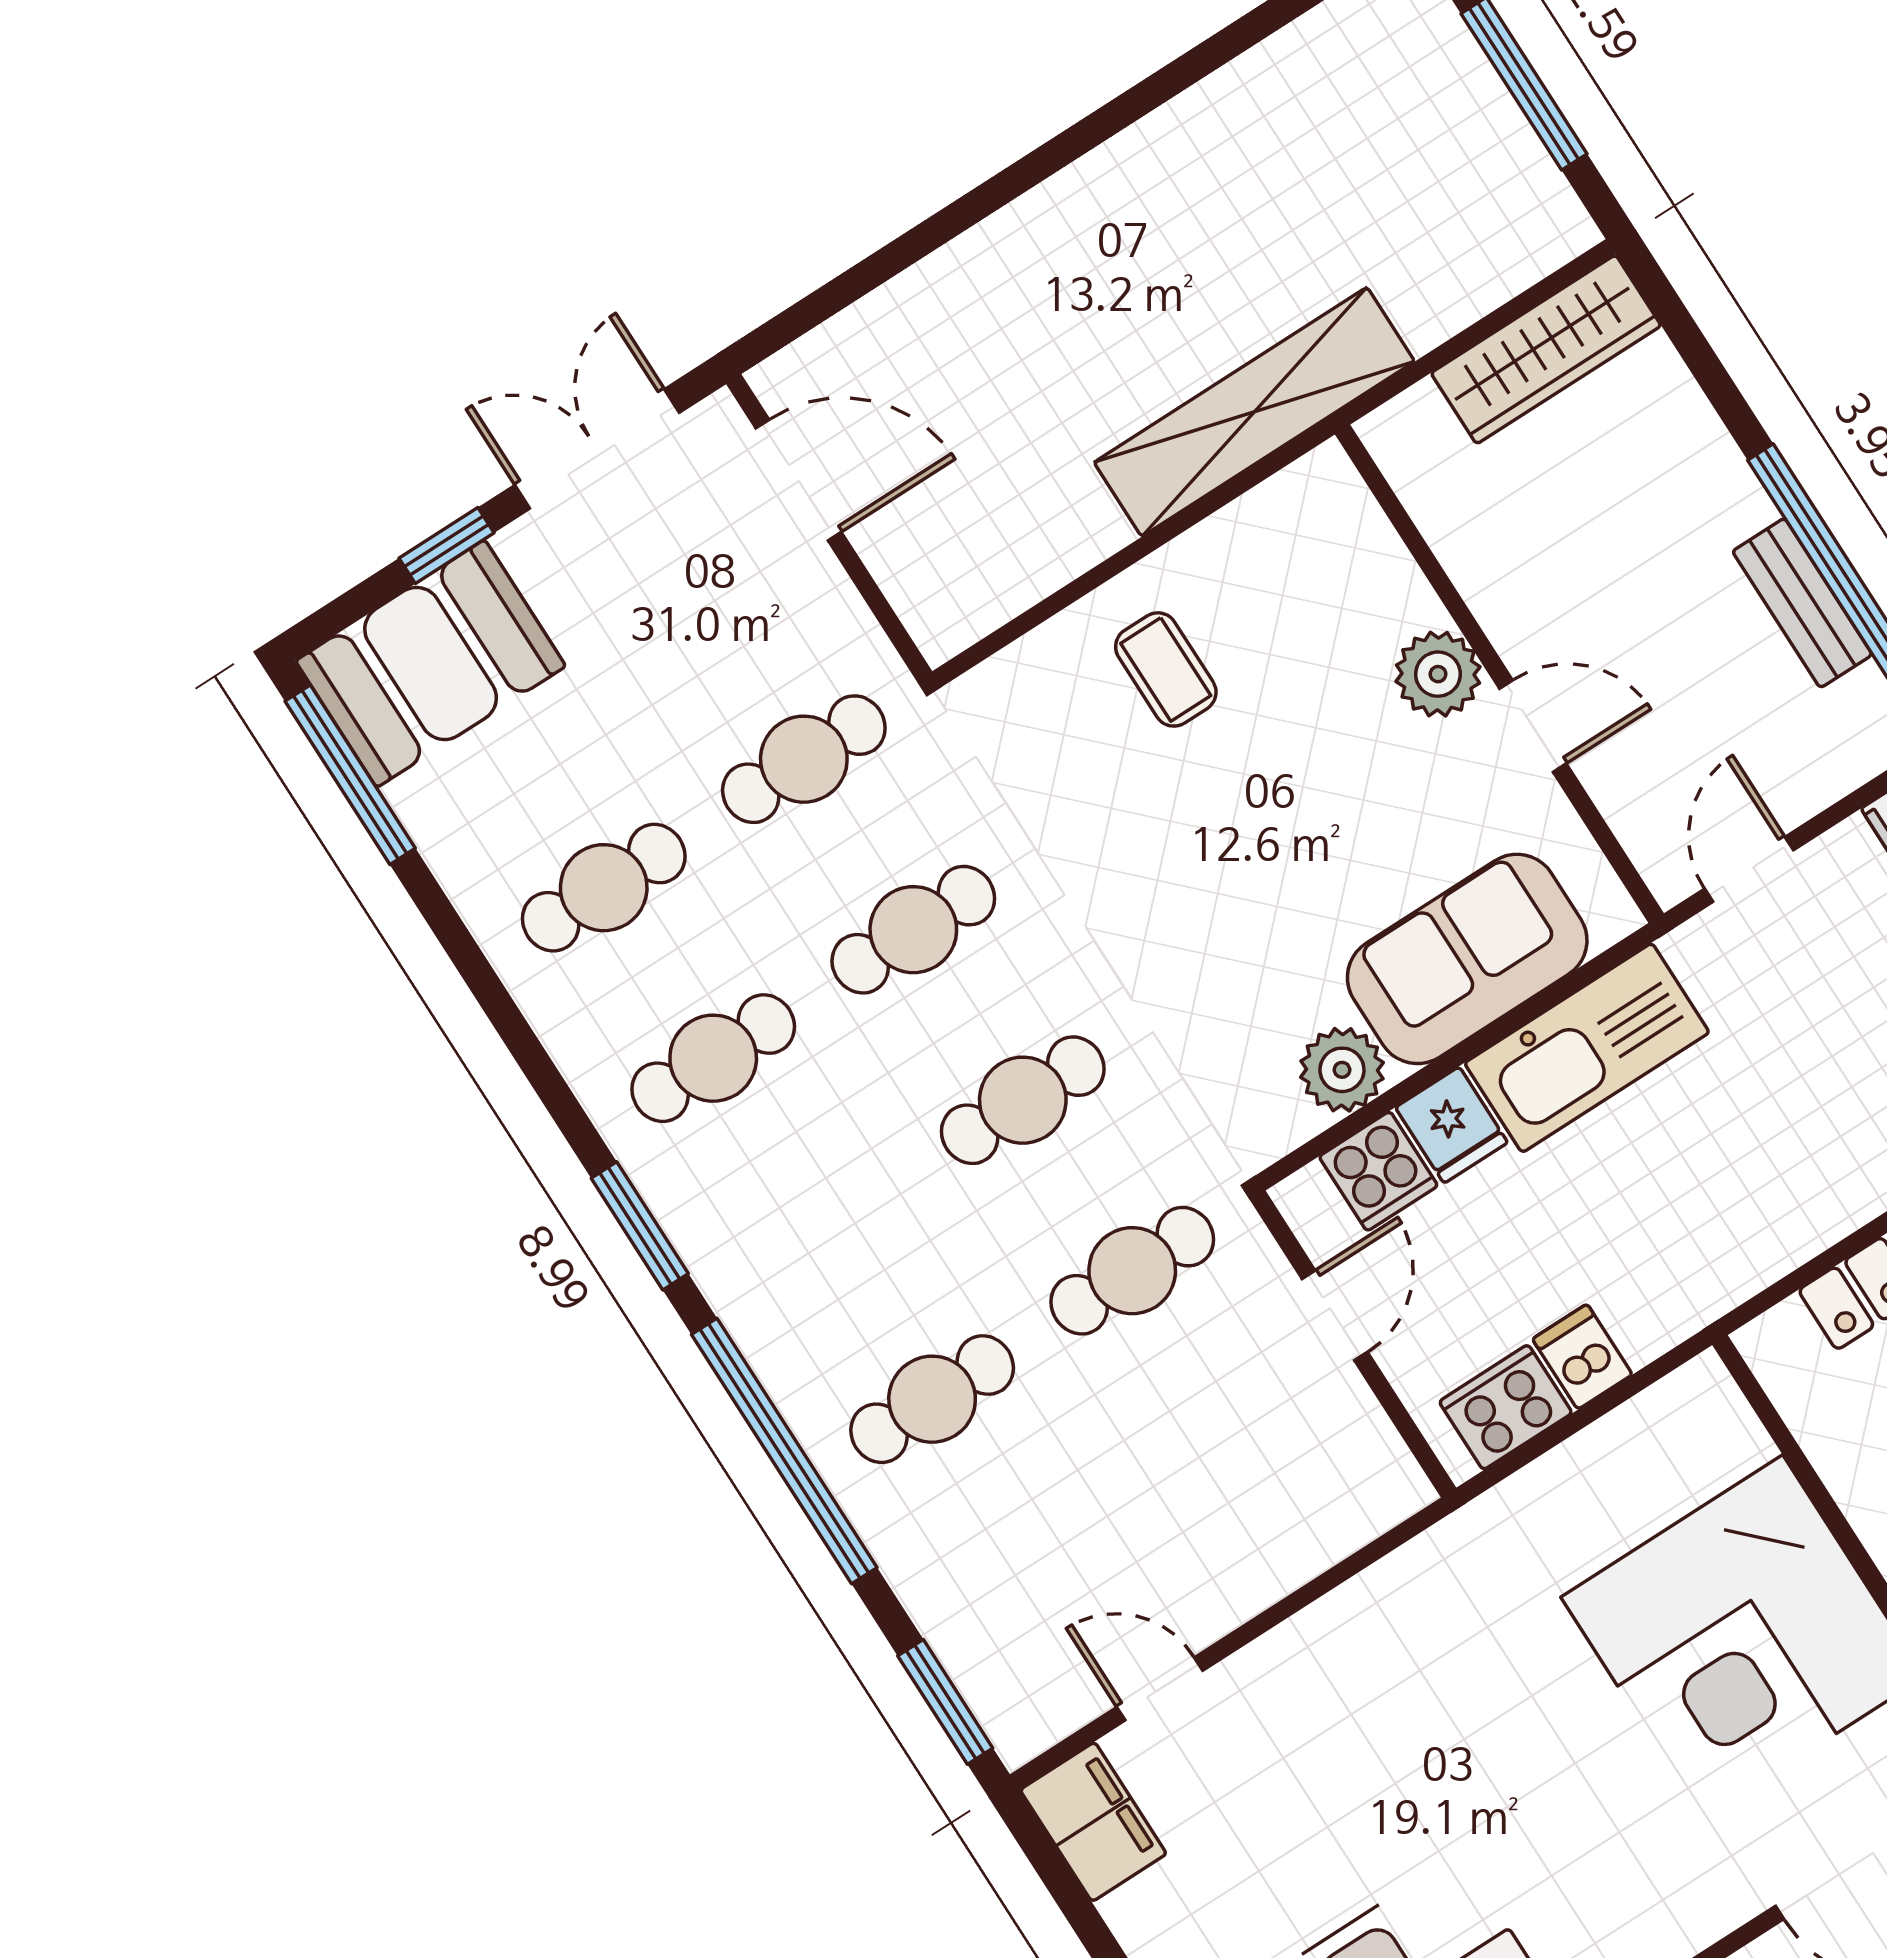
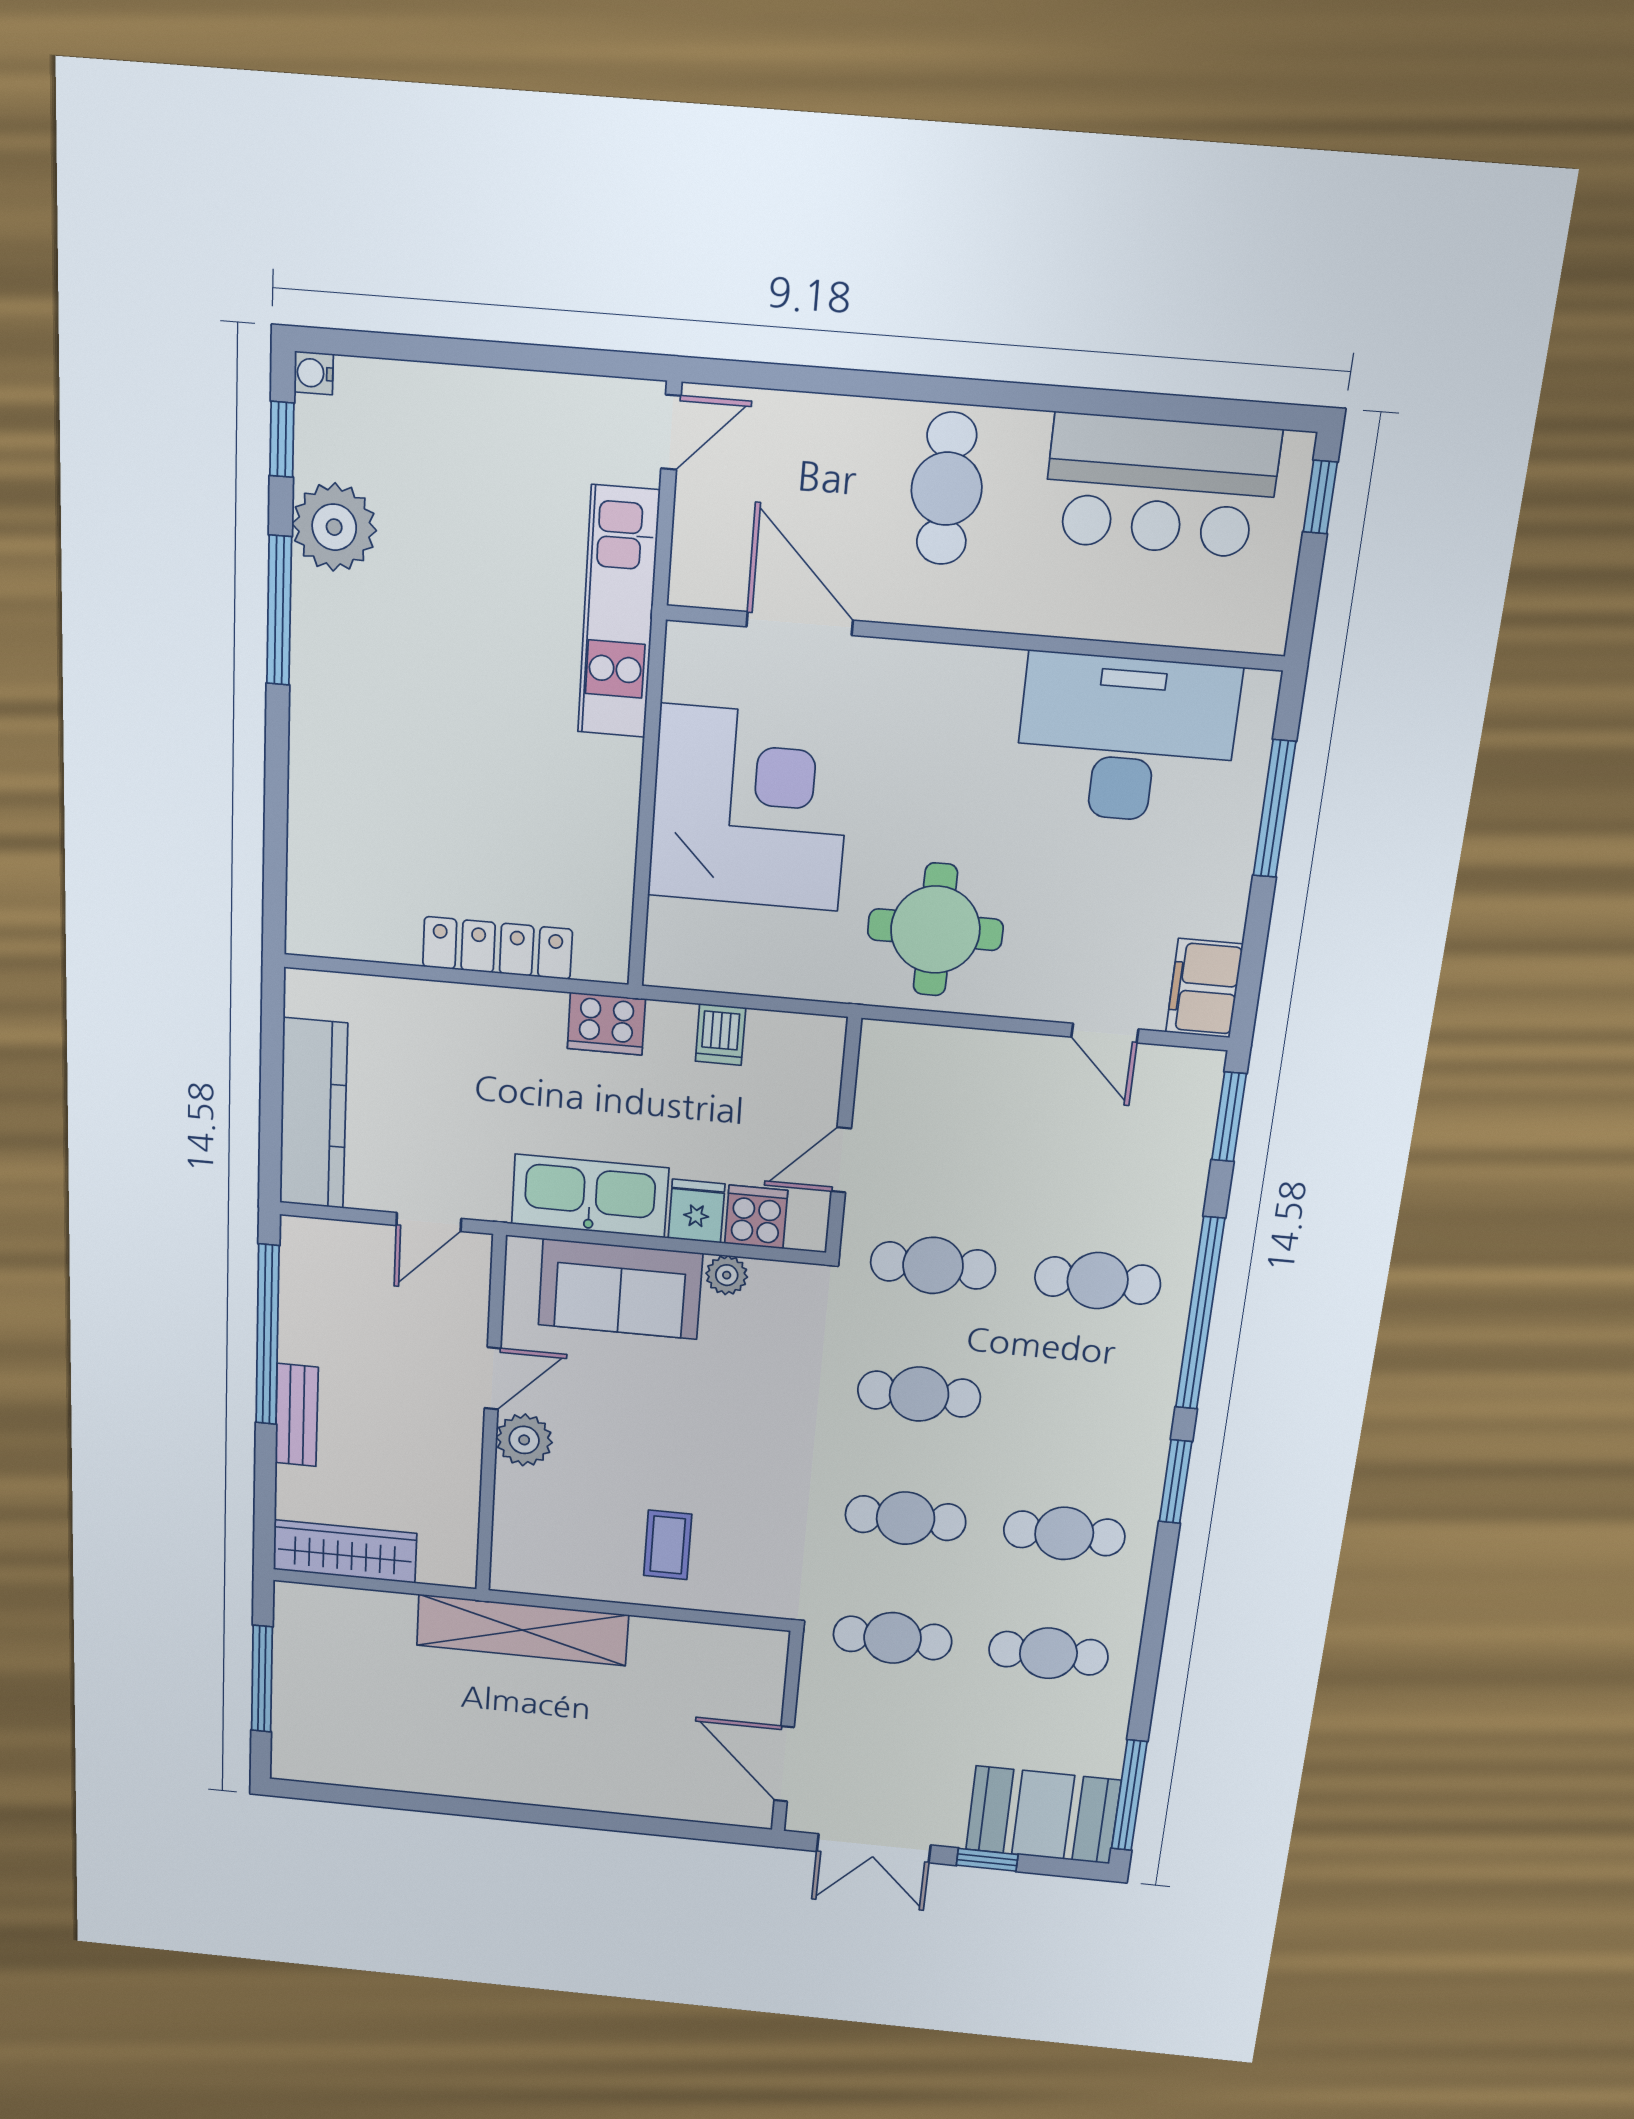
bench: (1802, 603) -> (297, 1415), moved
door: (1533, 726) -> (493, 1378), swing flipped
plant: (1342, 1070) -> (727, 1275), width x0.73, depth x0.73
cooker: (1506, 1407) -> (606, 1024), moved
round table: (1438, 1659) -> (935, 930), added

